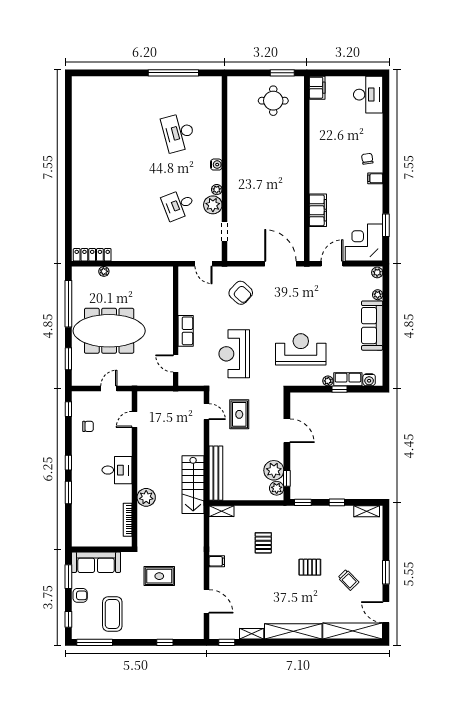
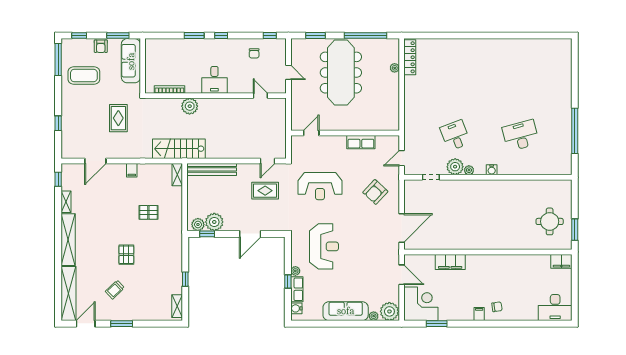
plant: (377, 272) -> (389, 311), width x1.87, depth x1.87
row of seats: (186, 331) -> (361, 142), moved
reception desk: (234, 354) -> (320, 186), turned 180
stairs: (193, 485) -> (179, 149), moved
window: (303, 502) -> (185, 248), removed

